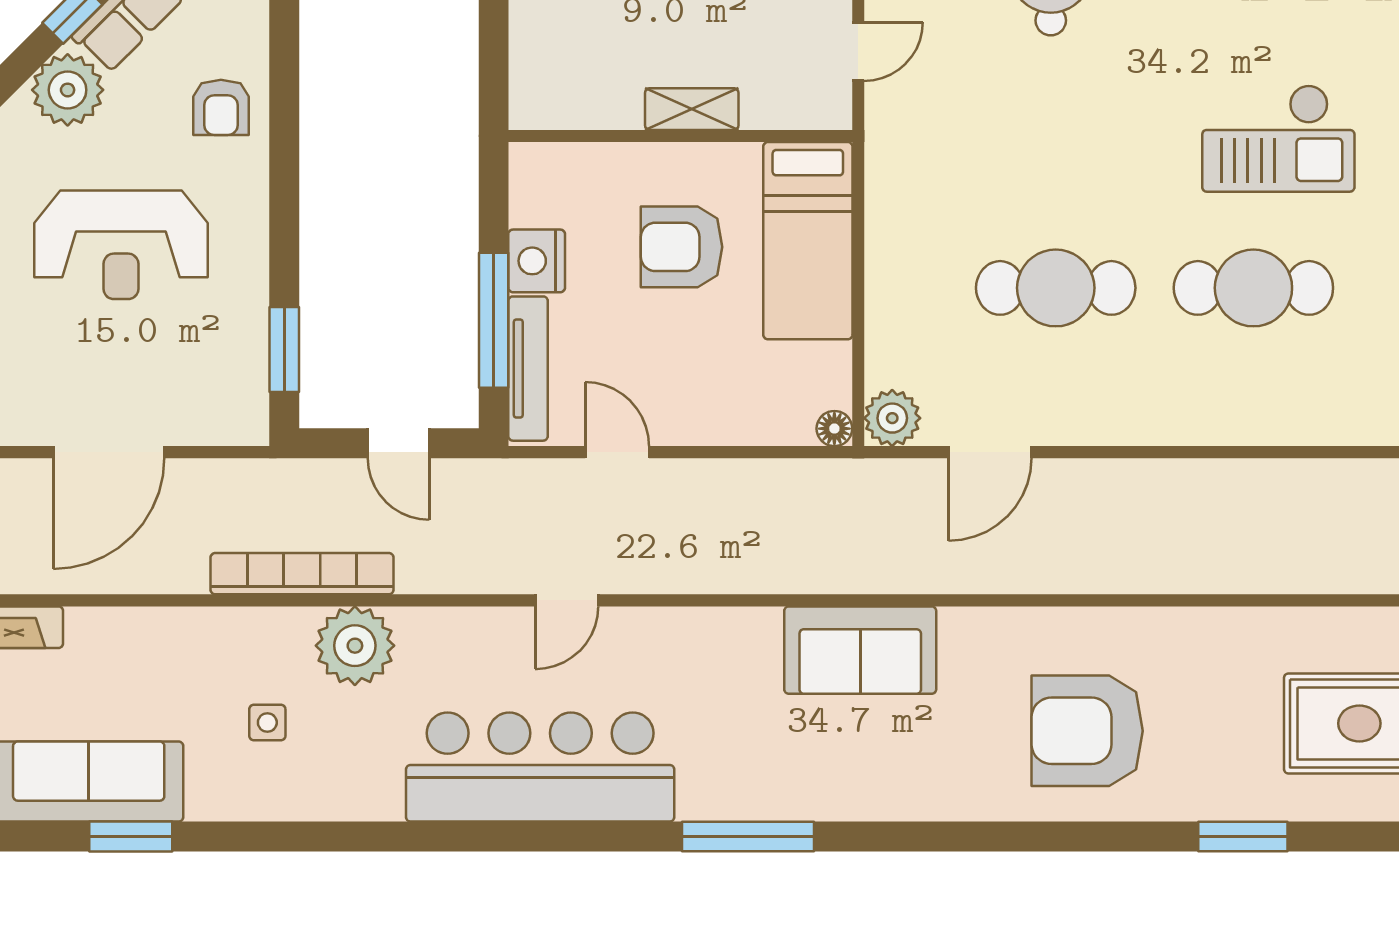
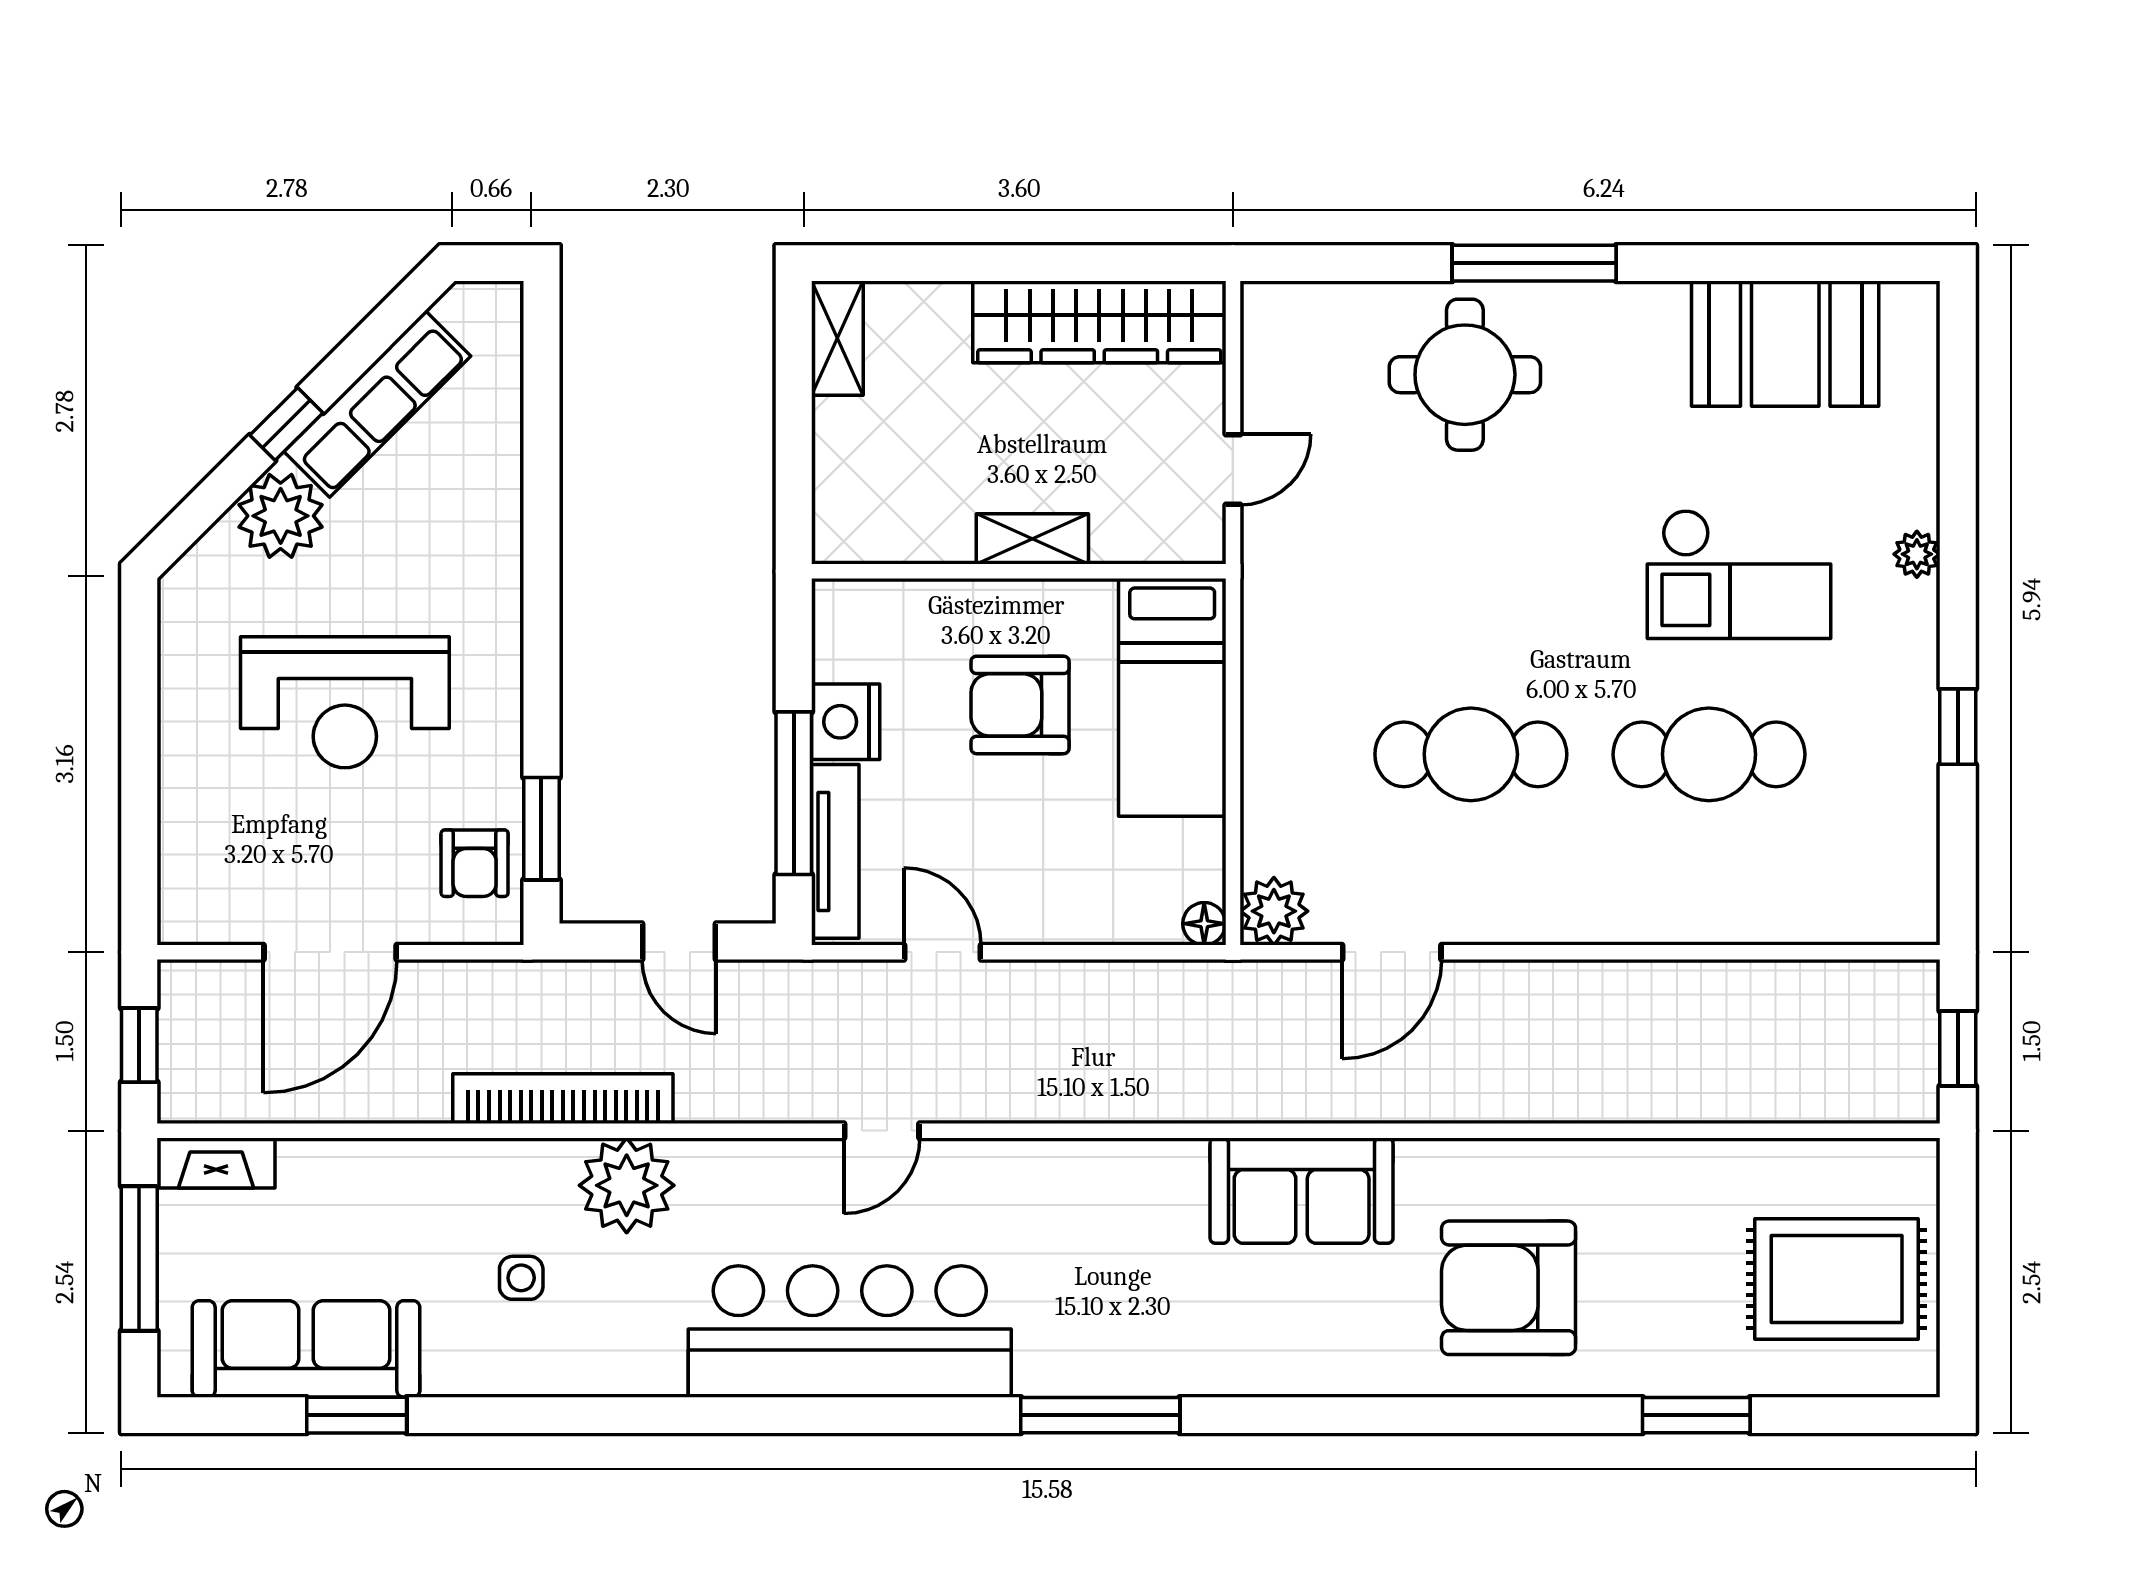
armchair: (221, 107) -> (475, 863), moved
sofa: (860, 650) -> (1302, 1191), moved

